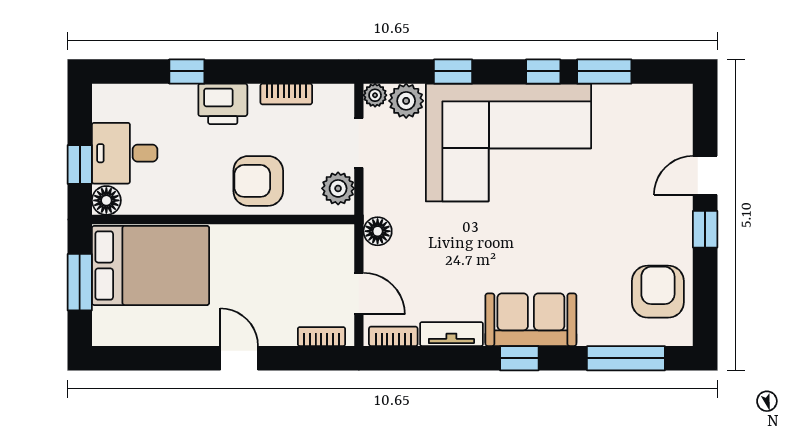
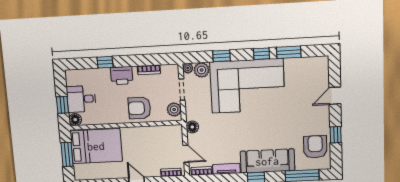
window: (705, 229) -> (336, 135), moved
sofa: (531, 320) -> (267, 161), width x1.36

